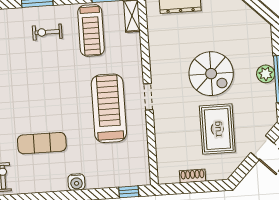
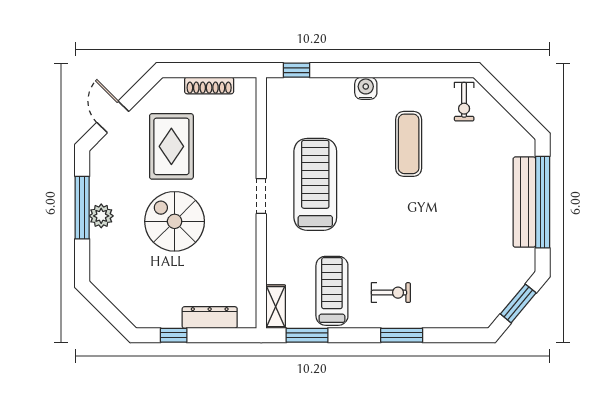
treadmill: (109, 108) -> (315, 184), turned 180
exercise mat: (42, 143) -> (409, 144), turned 90
shoe rack: (193, 176) -> (209, 85), width x1.43

